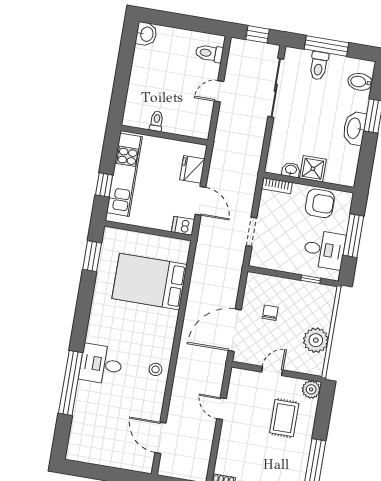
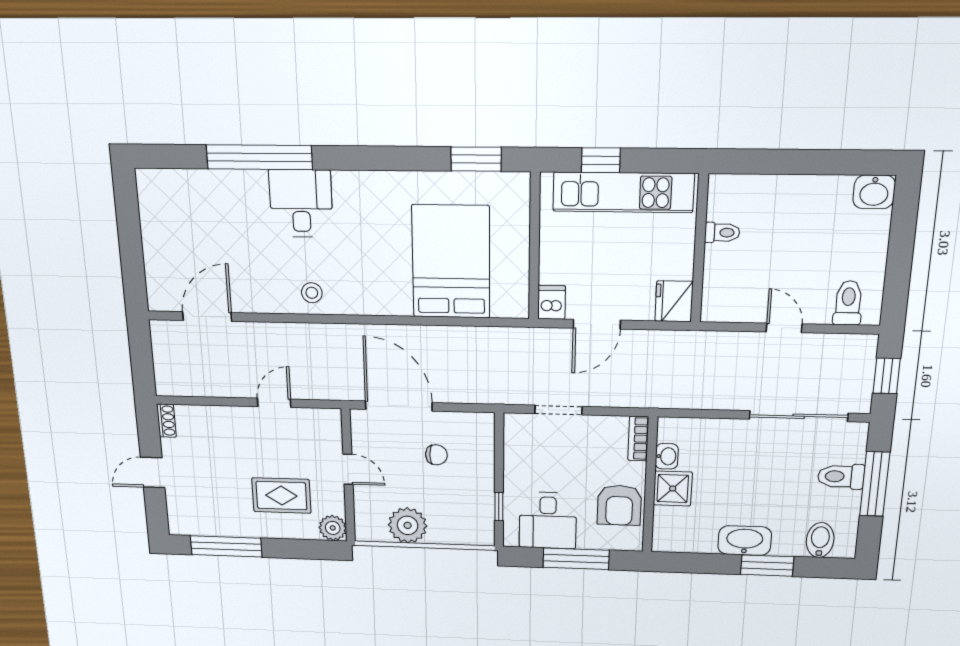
fridge: (192, 169) -> (674, 301), moved, turned -90

